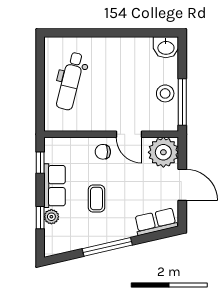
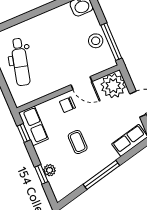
row of seats: (55, 186) -> (33, 126), moved

